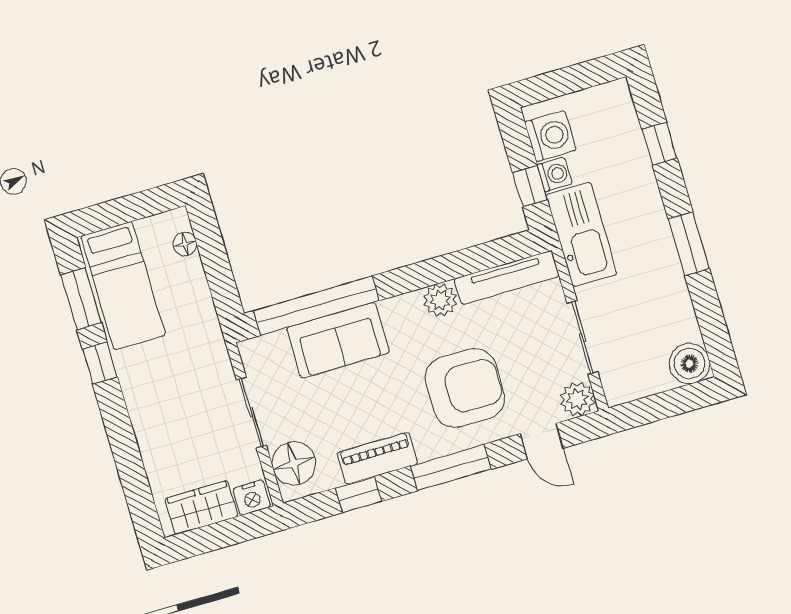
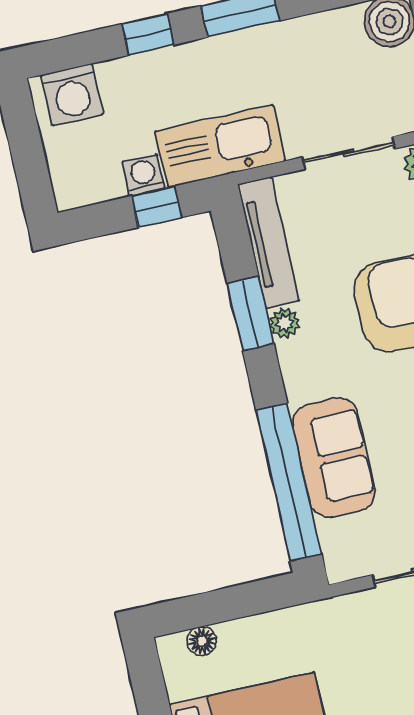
washing machine: (550, 136) -> (72, 95), moved, turned 180
window: (659, 144) -> (148, 34), moved
window: (449, 267) -> (251, 314), added
plant: (440, 300) -> (284, 323), width x0.73, depth x0.73

